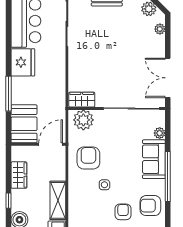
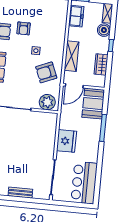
fridge: (23, 62) -> (66, 141), moved, turned 180
wardrobe: (82, 100) -> (47, 118), removed
armchair: (88, 158) -> (46, 72), turned 68
shelving: (58, 200) -> (72, 56), moved

